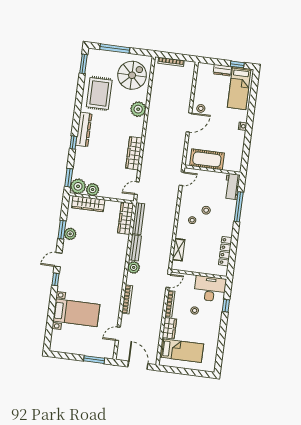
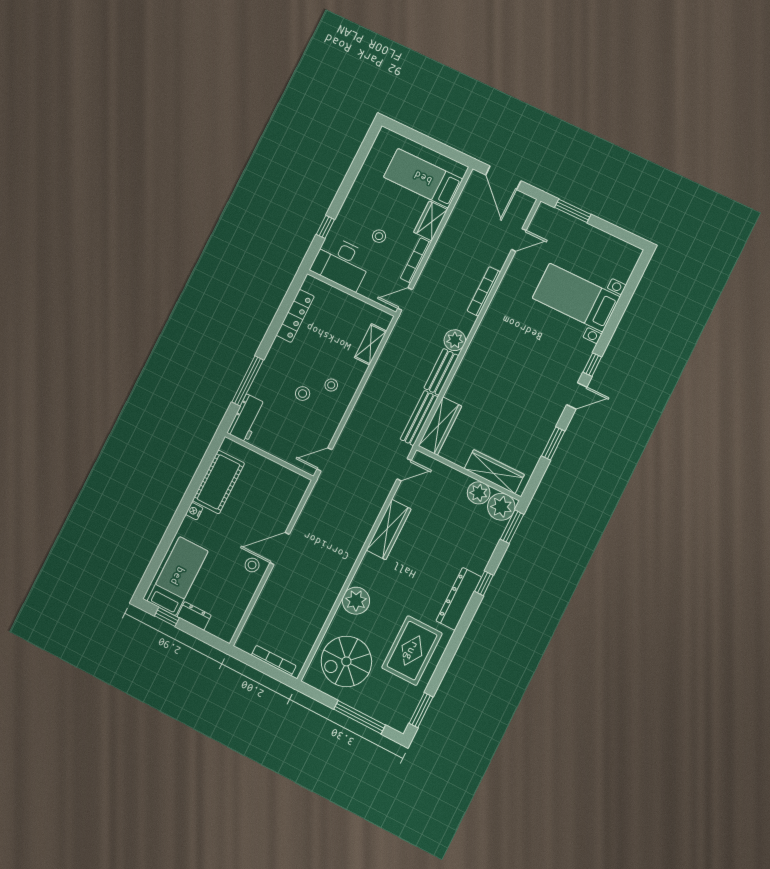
cot: (207, 159) -> (219, 482), moved, turned 90
plant: (70, 234) -> (542, 432), removed

